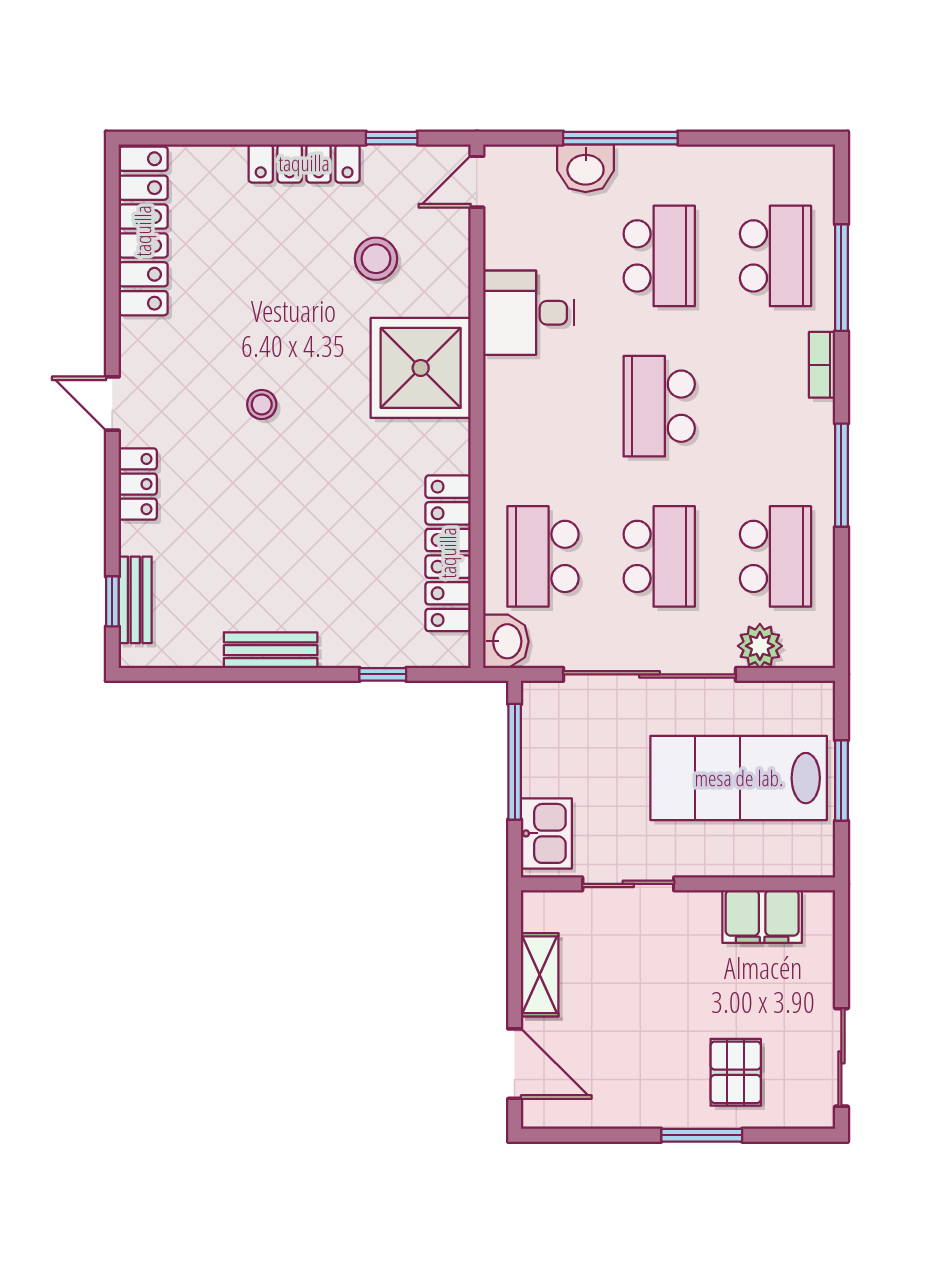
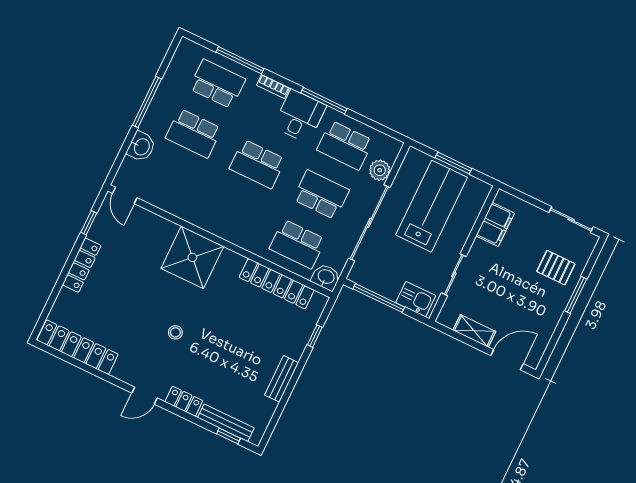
window: (620, 138) -> (147, 102), moved
school desk: (659, 256) -> (194, 133), turned 180
stool: (376, 259) -> (137, 254), removed
desk: (529, 313) -> (300, 116), moved, turned 180
school desk: (775, 556) -> (345, 145), turned 180
bench: (135, 600) -> (226, 423), width x1.36
lab bench: (739, 778) -> (431, 206), turned 180

